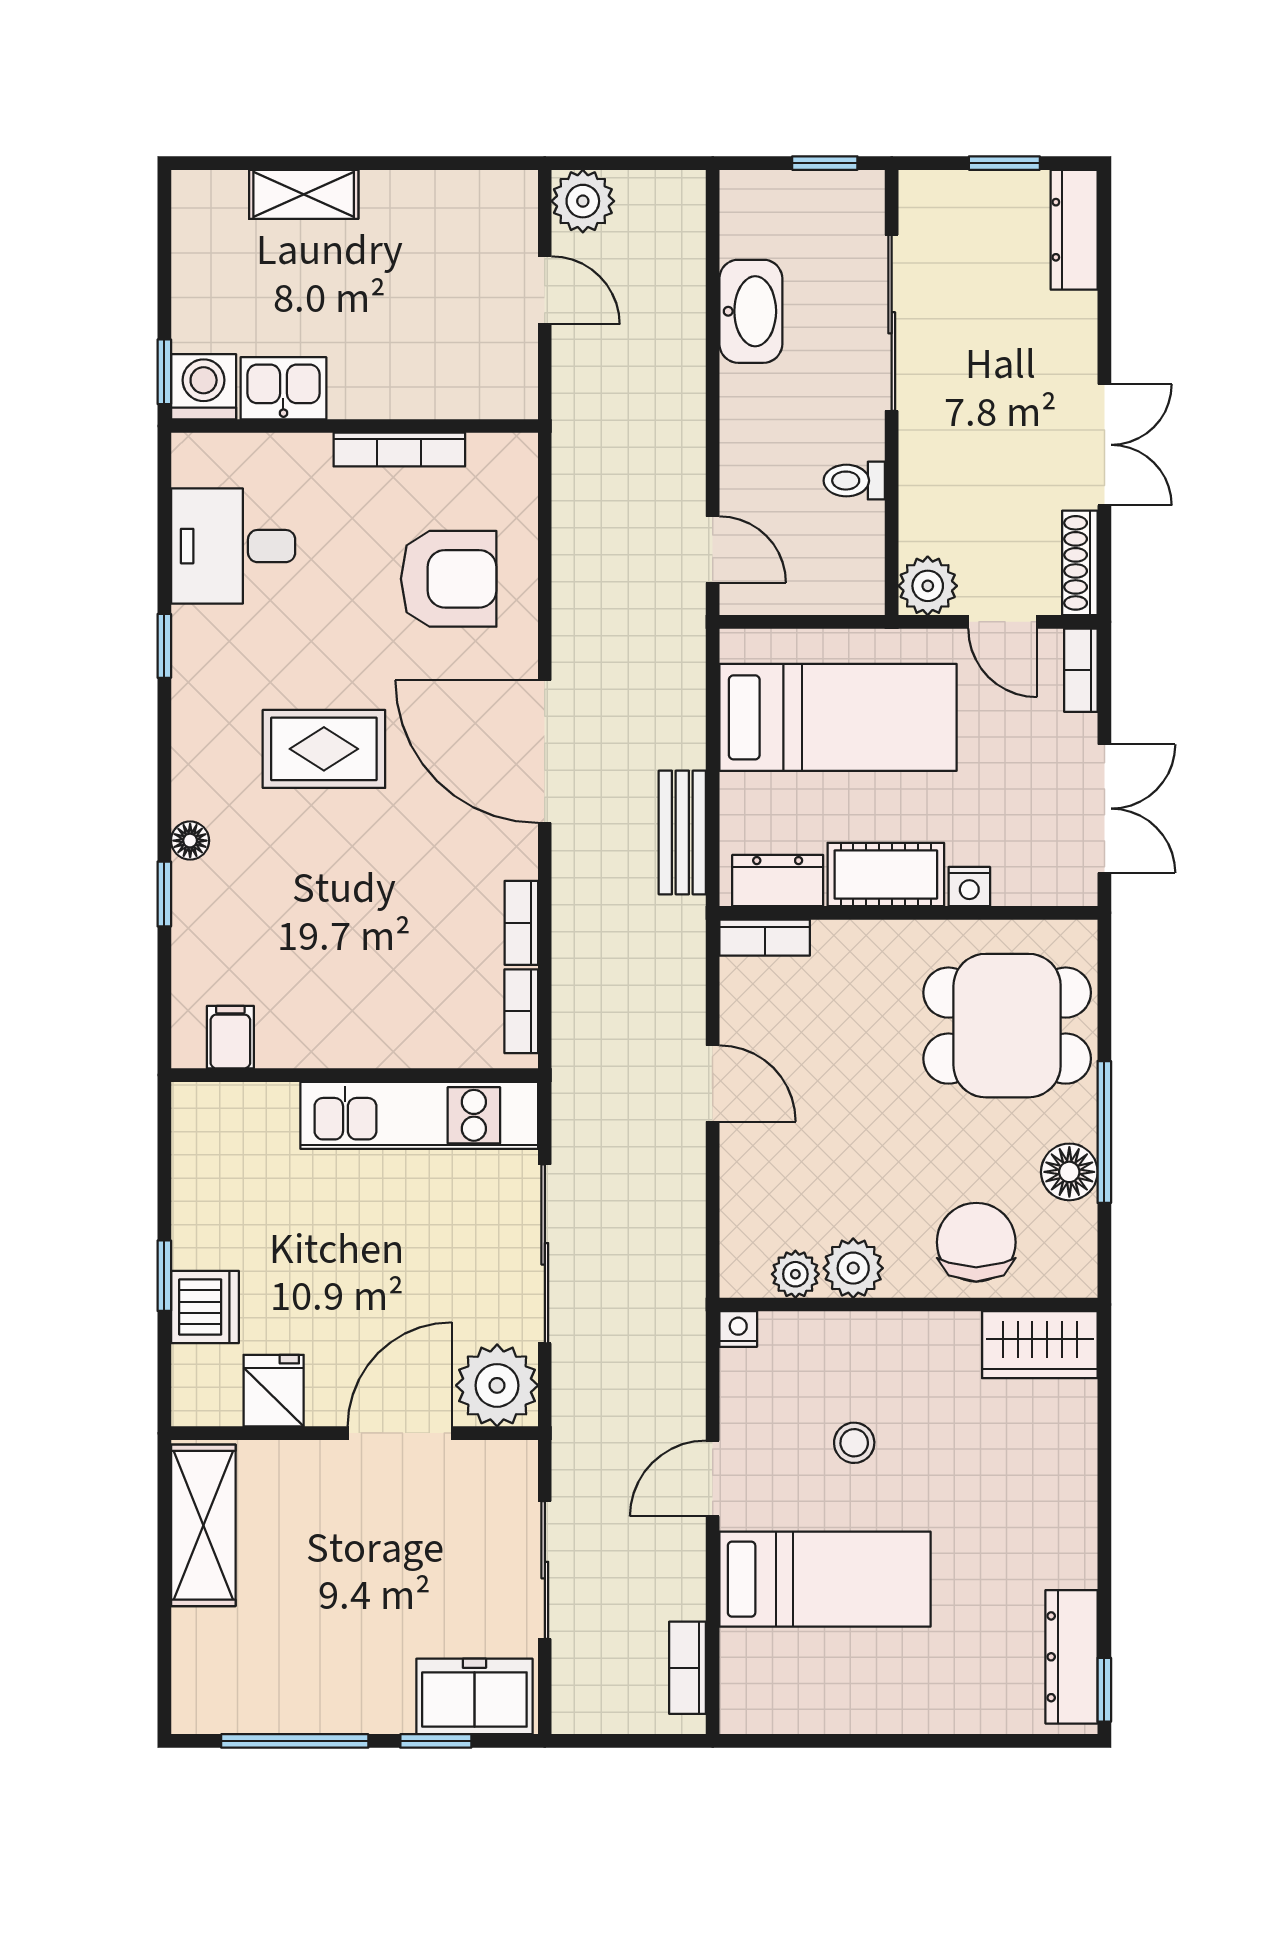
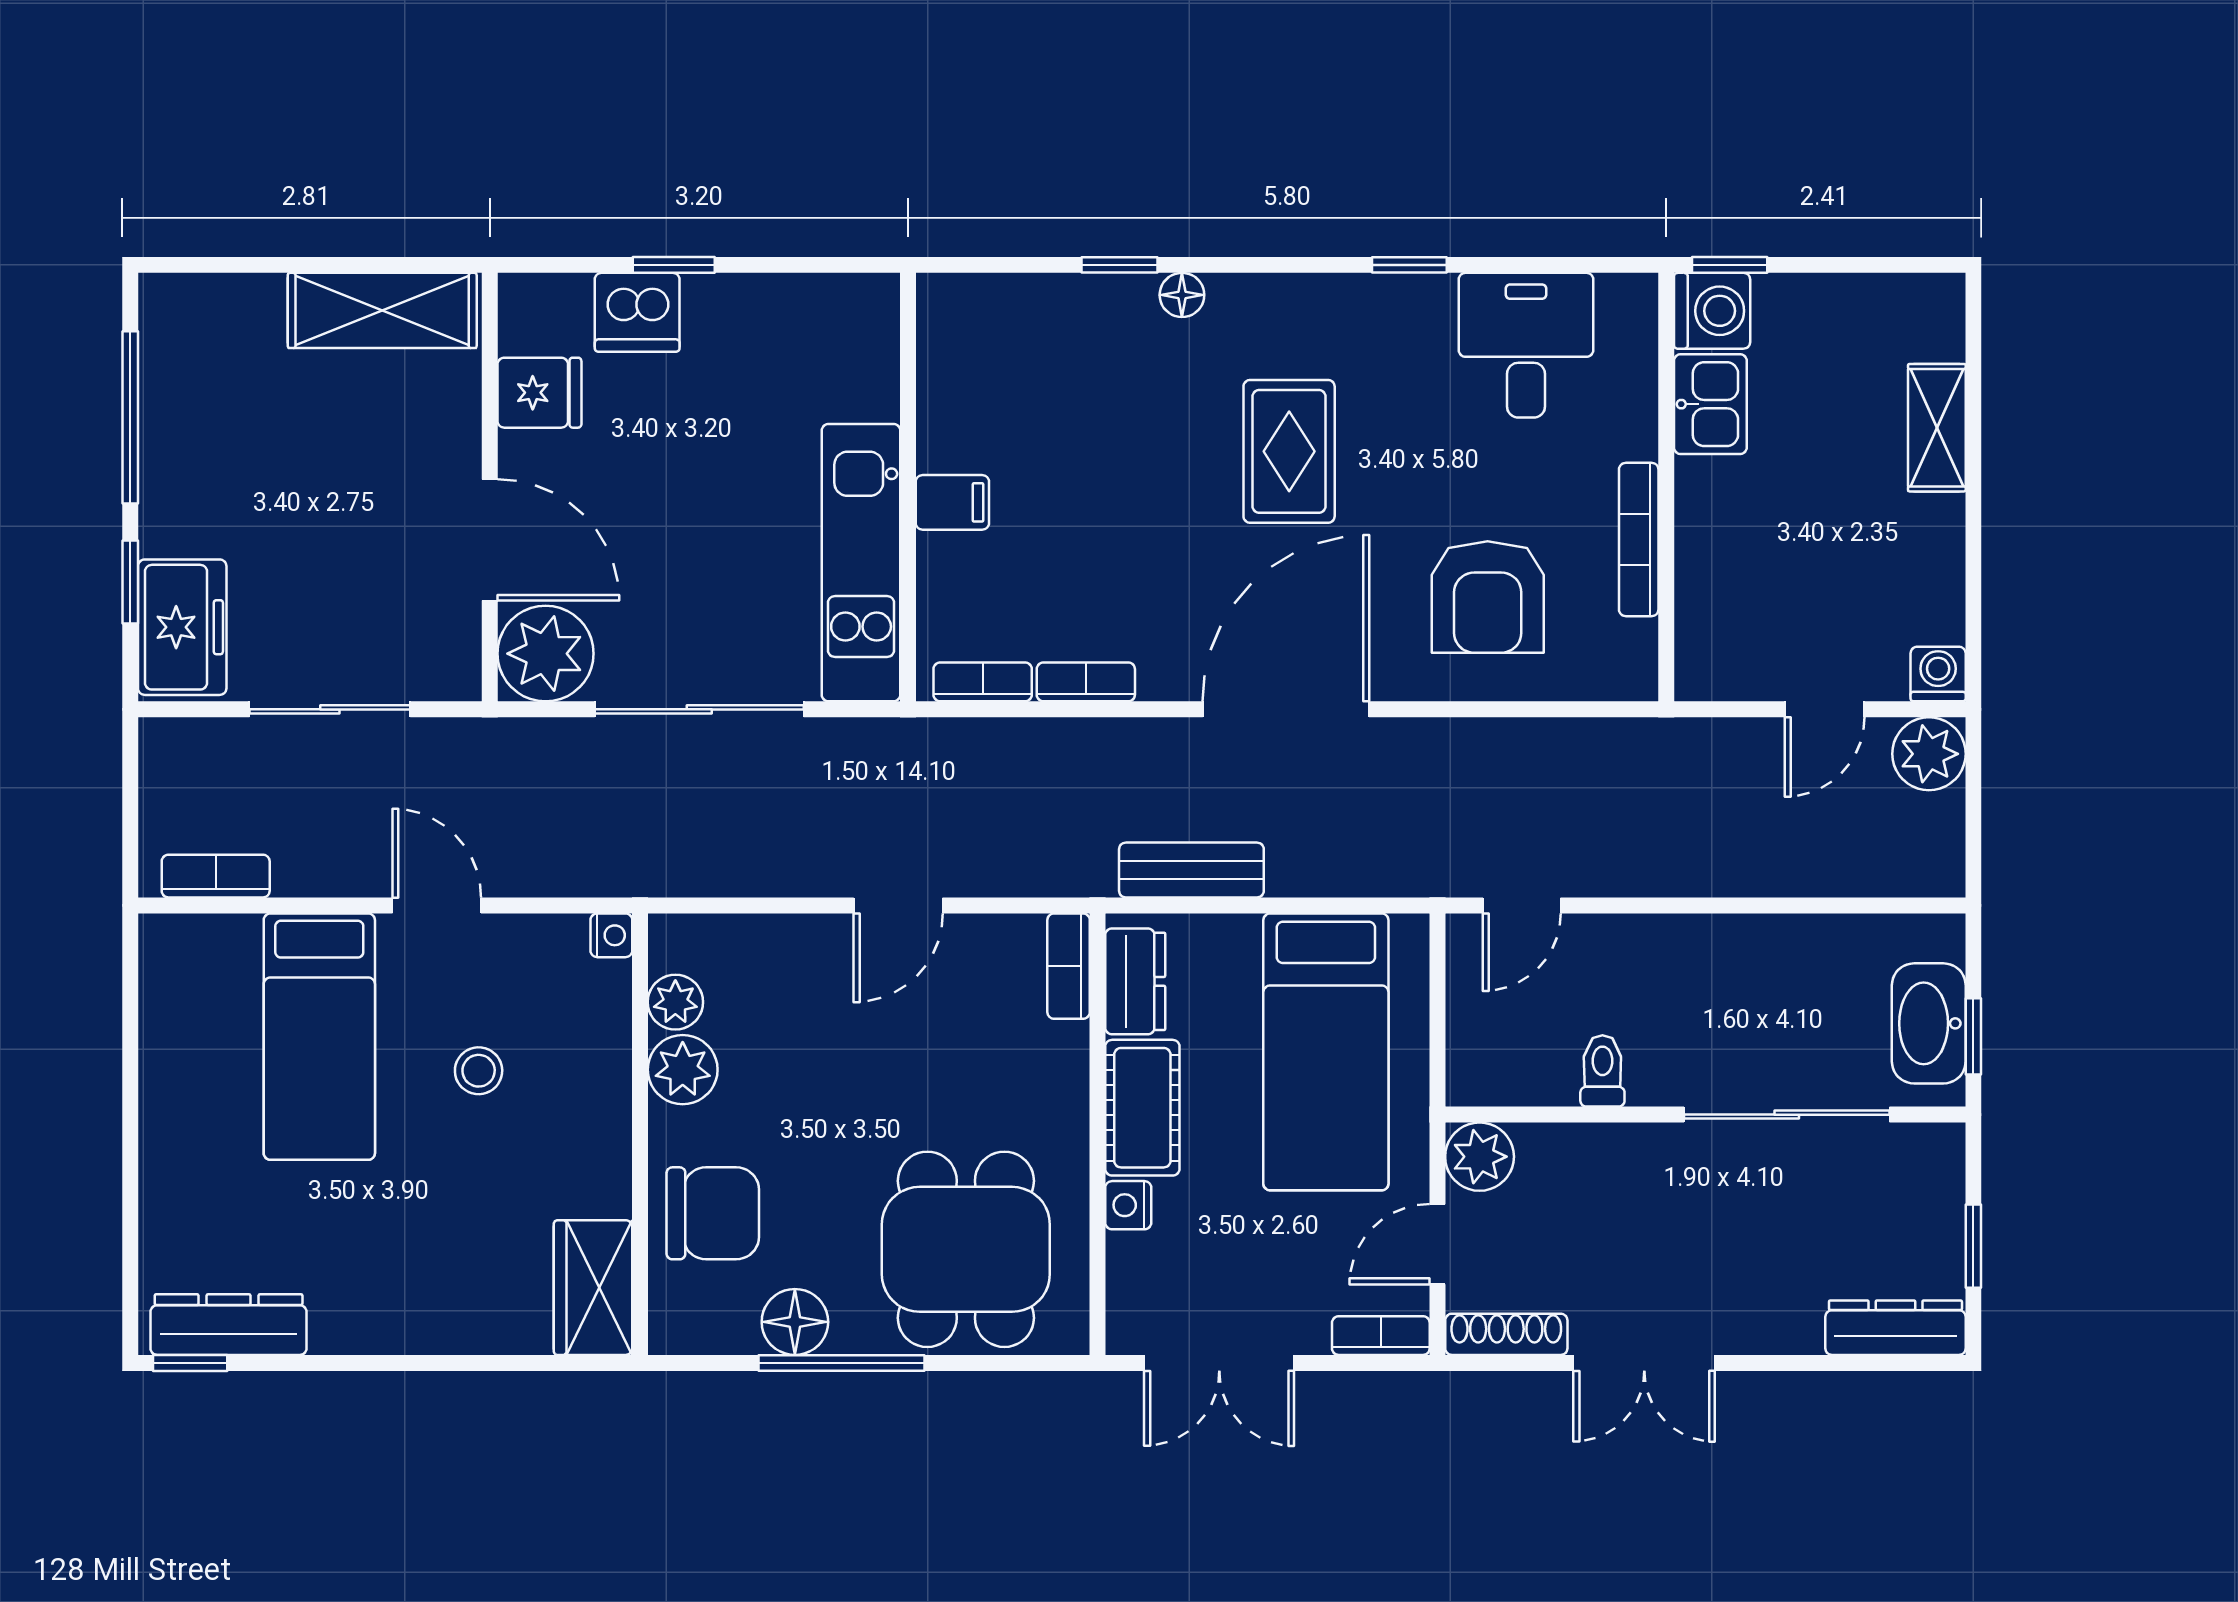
washing machine: (515, 193) -> (1938, 674), added
washbasin: (751, 311) -> (1929, 1023), moved, turned 90
filing cabinet: (230, 1037) -> (952, 502), moved

